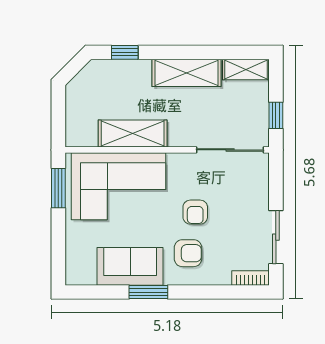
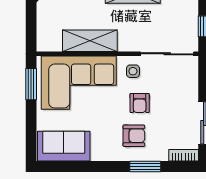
side table: (187, 172) -> (133, 71), added
sofa: (130, 266) -> (64, 146), moved
window: (148, 292) -> (145, 167), moved

